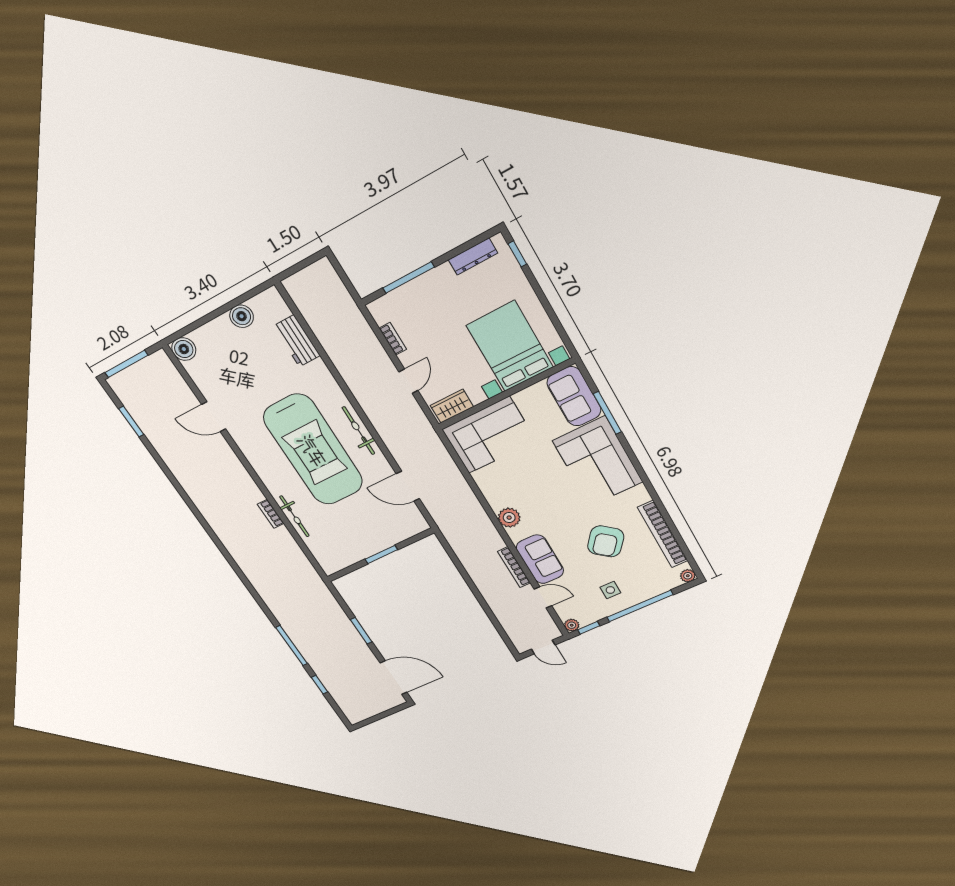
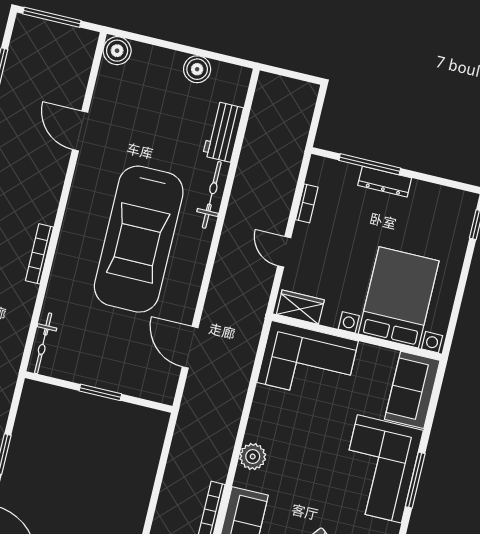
dresser: (473, 256) -> (385, 182), moved
door: (408, 381) -> (284, 252), swing flipped
window: (607, 413) -> (415, 480), moved
bicycle: (358, 431) -> (212, 195), moved
bookcase: (271, 514) -> (39, 254), width x1.56
bicycle: (294, 516) -> (43, 343), moved

